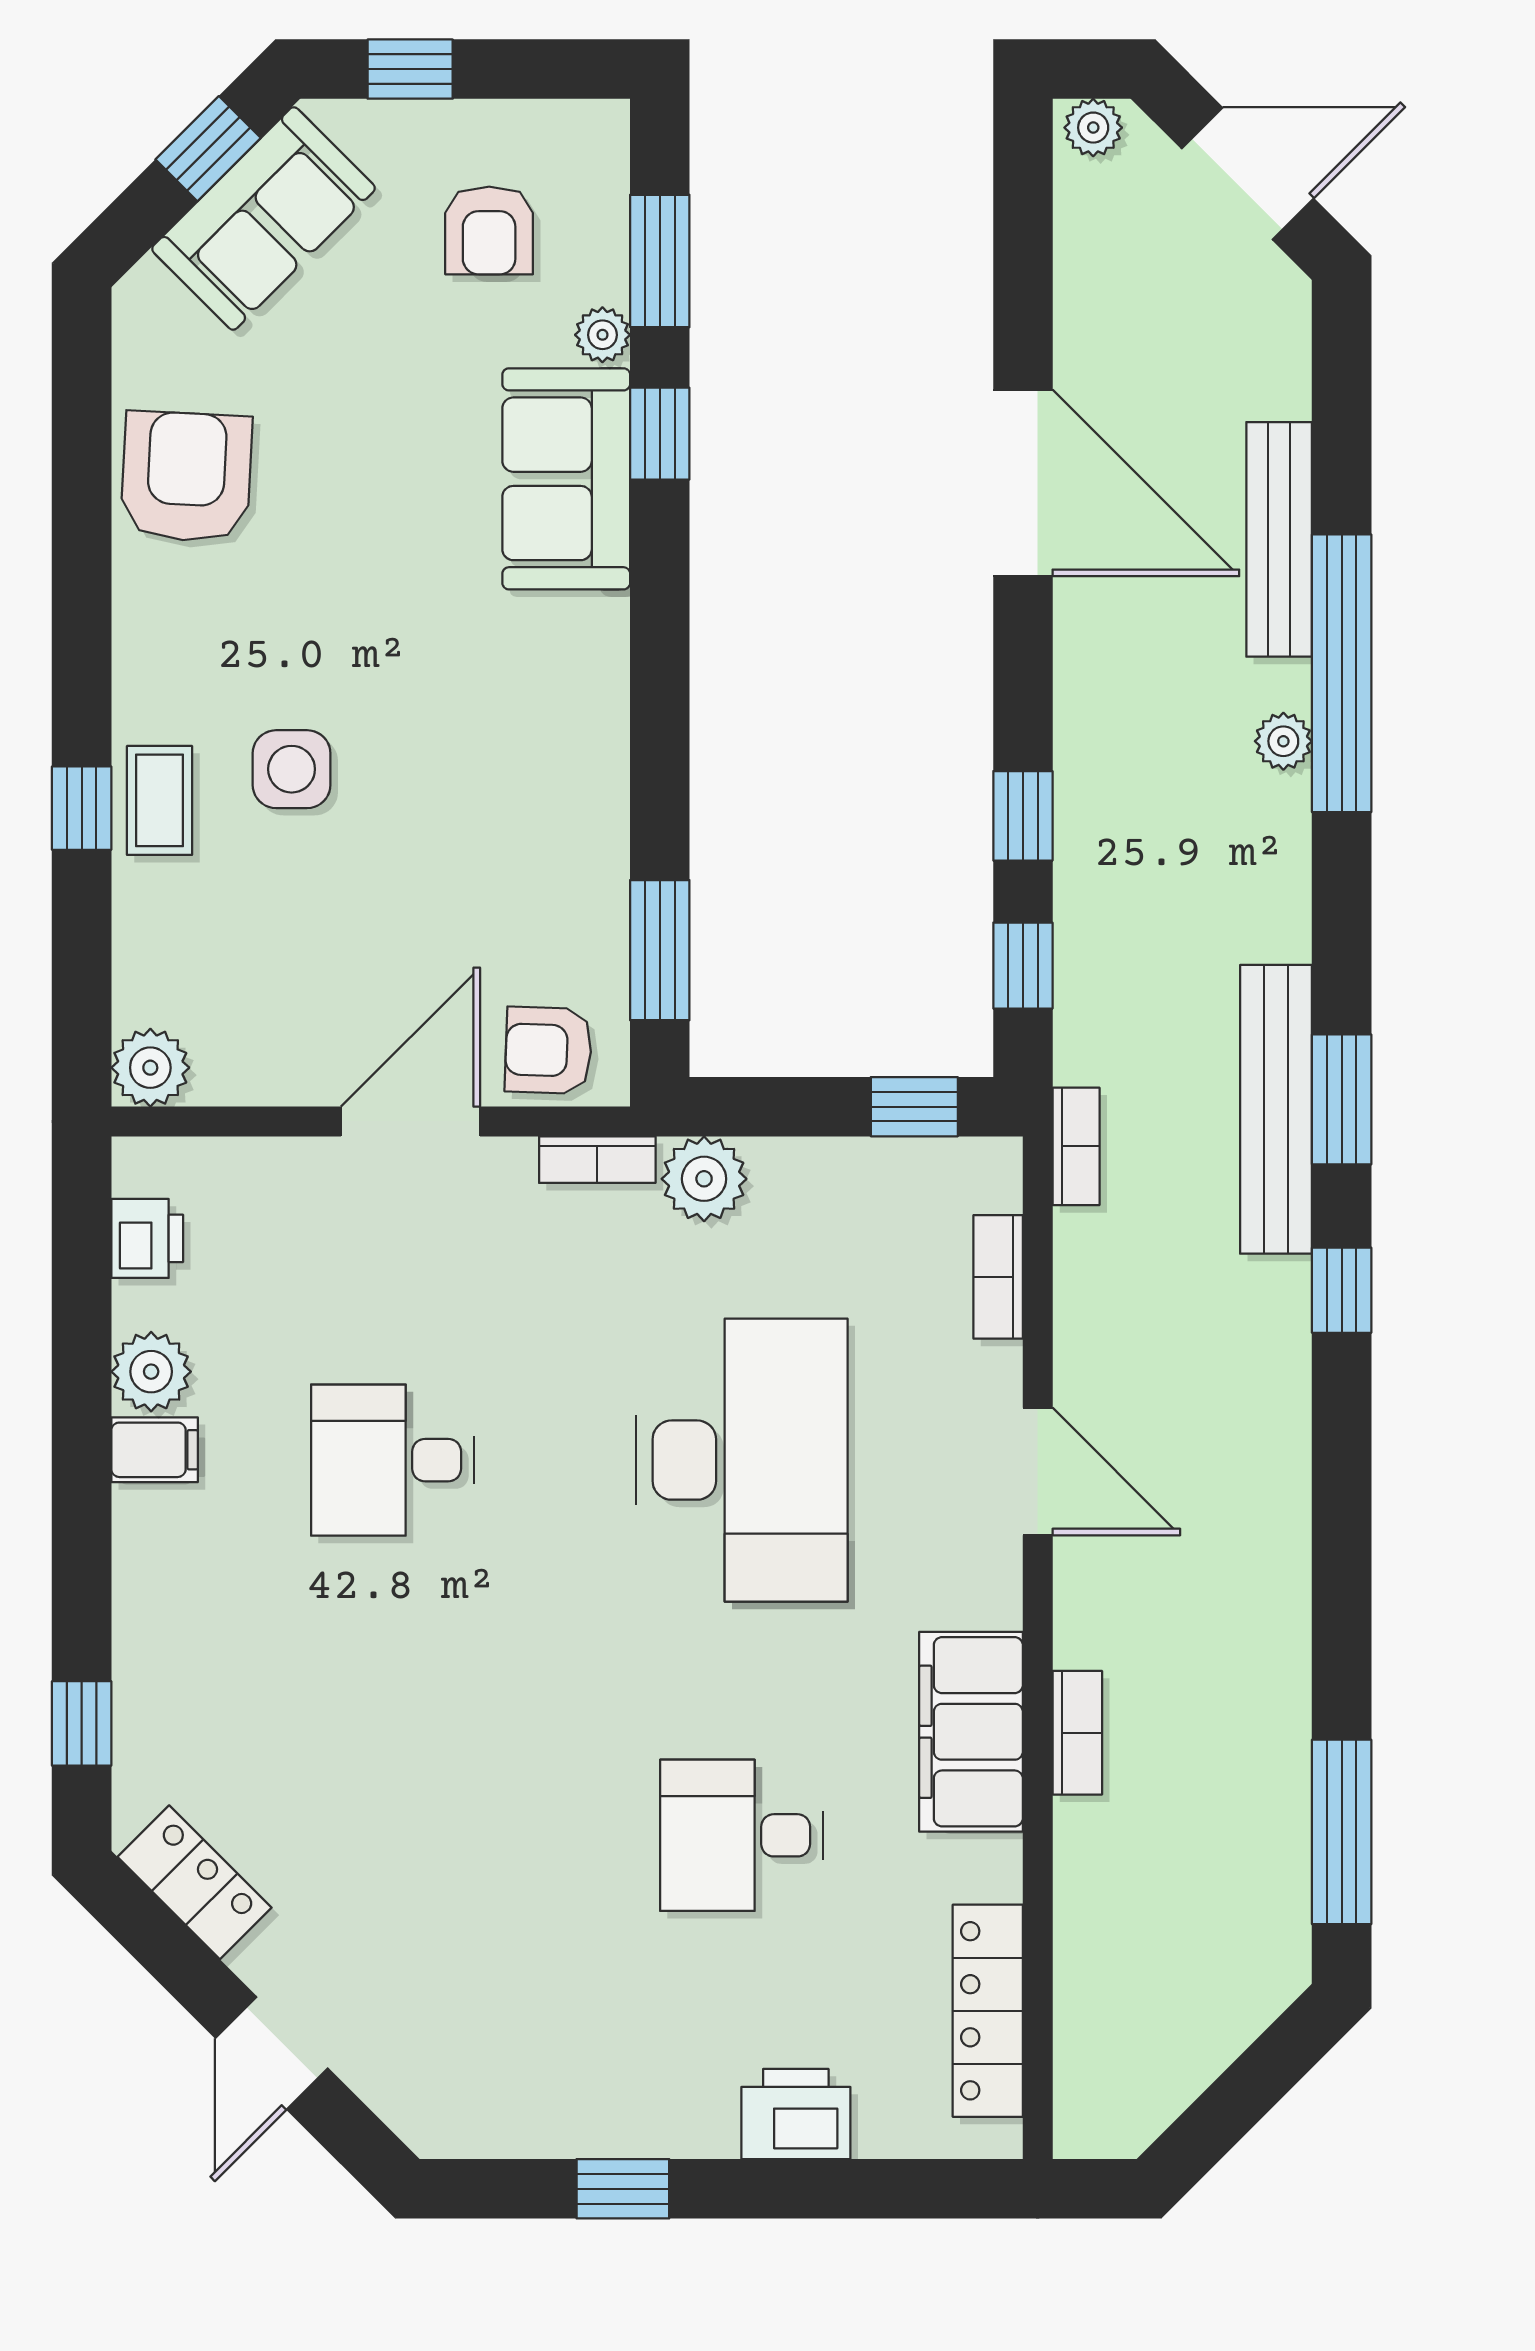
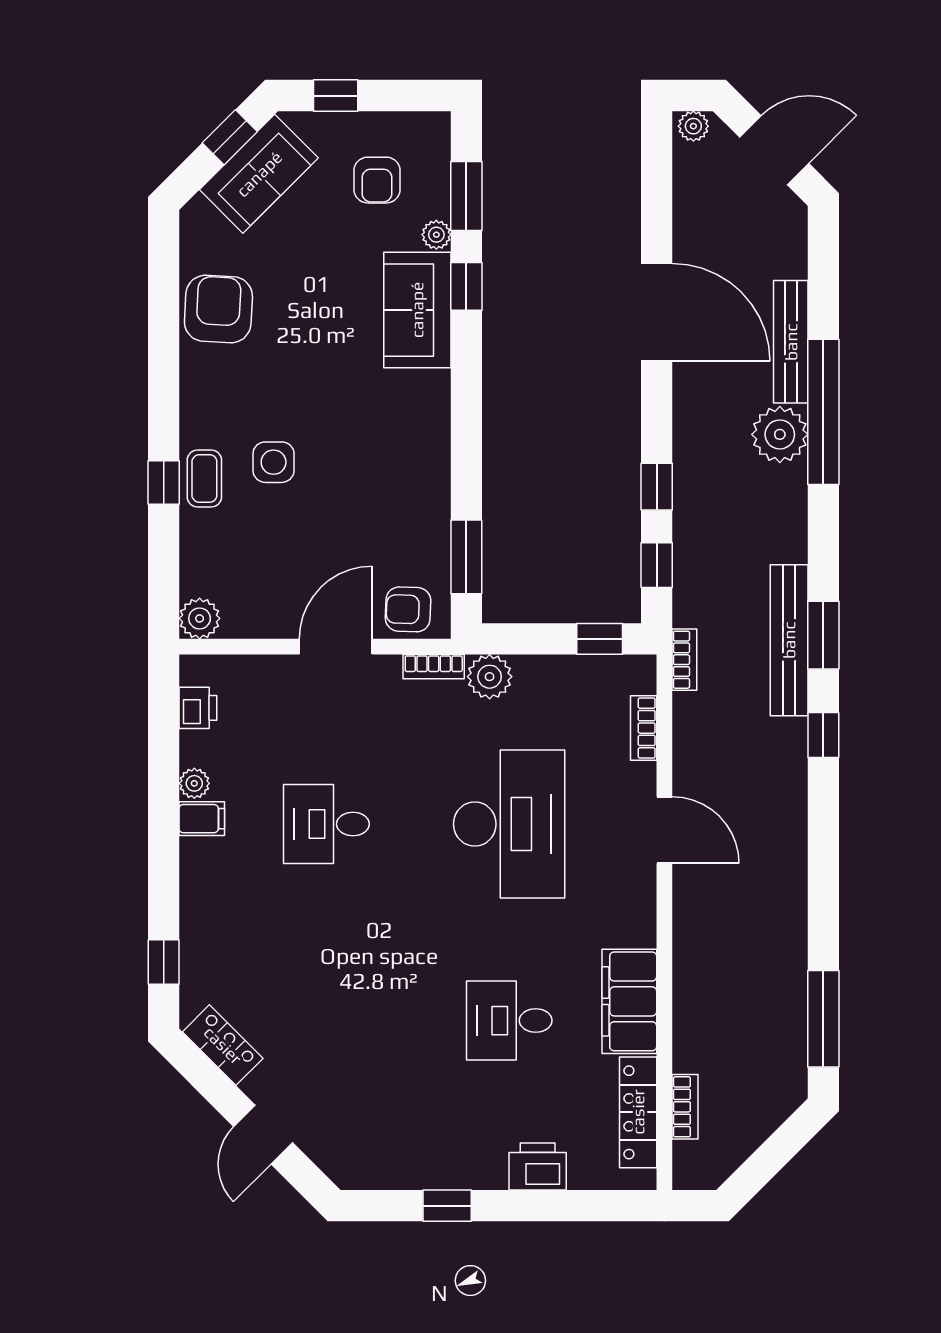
plant: (1283, 741) -> (780, 434), width x1.88, depth x1.88
plant: (151, 1372) -> (194, 783), width x0.73, depth x0.73
filing cabinet: (971, 1732) -> (629, 1001), moved
bookcase: (1077, 1733) -> (685, 1107), moved

